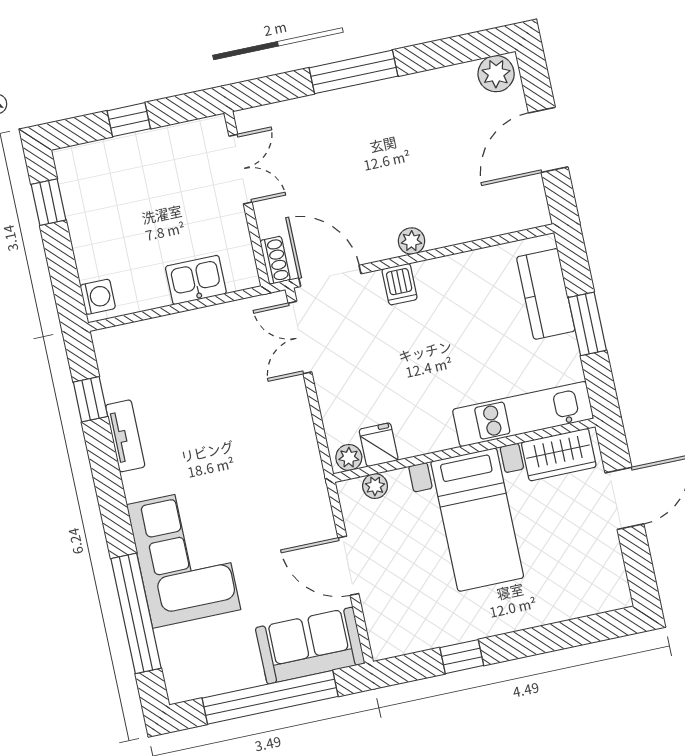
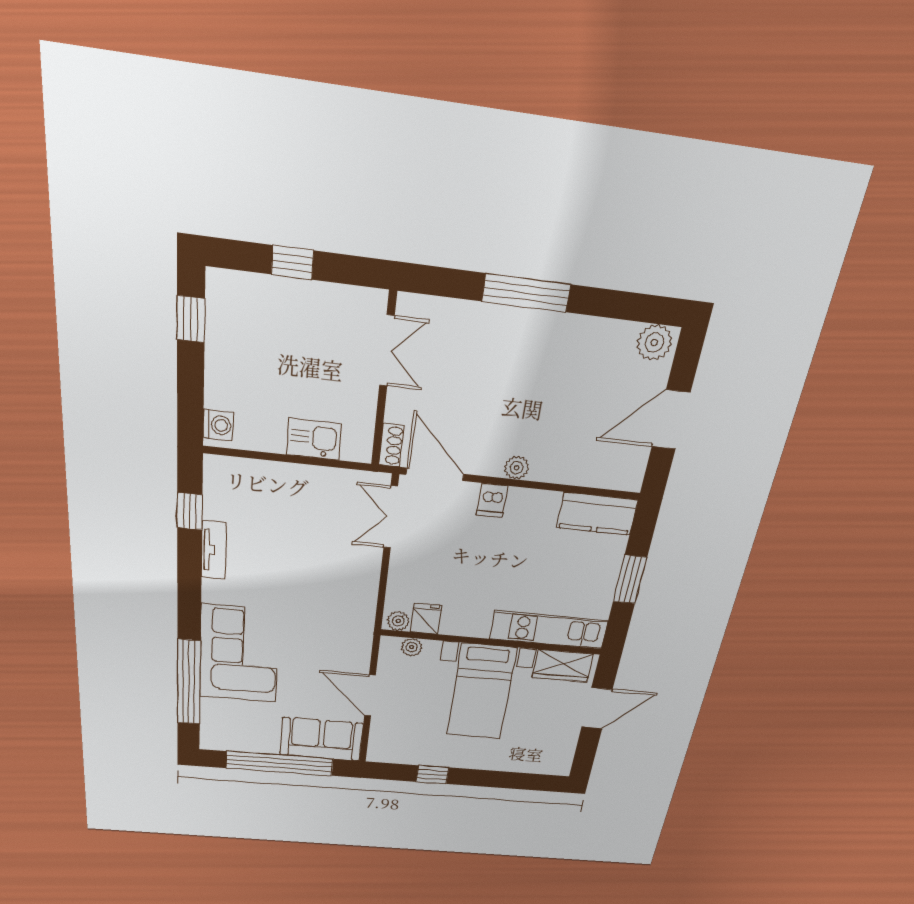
kitchen counter: (546, 294) -> (597, 514), moved, turned -90

